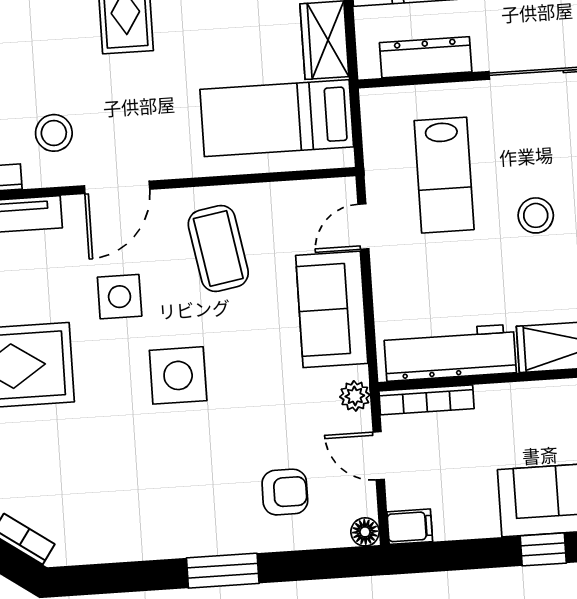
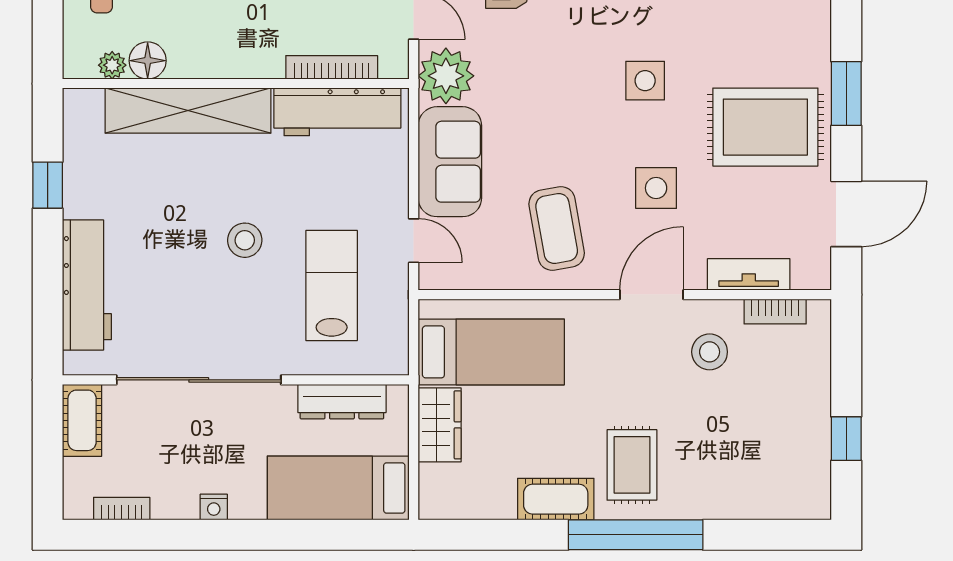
door: (363, 227) -> (414, 241), hinge flipped
side table: (178, 375) -> (645, 81), moved, width x0.73, depth x0.73
plant: (355, 396) -> (446, 76), width x1.88, depth x1.88
bookcase: (427, 400) -> (332, 67), moved

